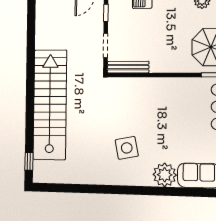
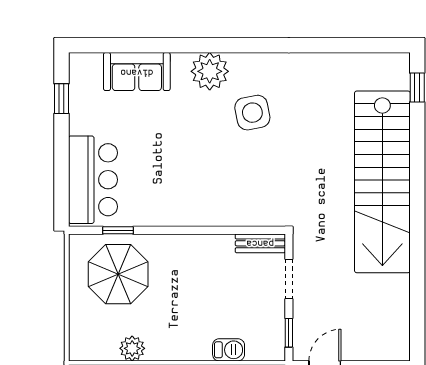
bench: (128, 67) -> (260, 243), width x0.73
plant: (165, 175) -> (210, 71), moved

